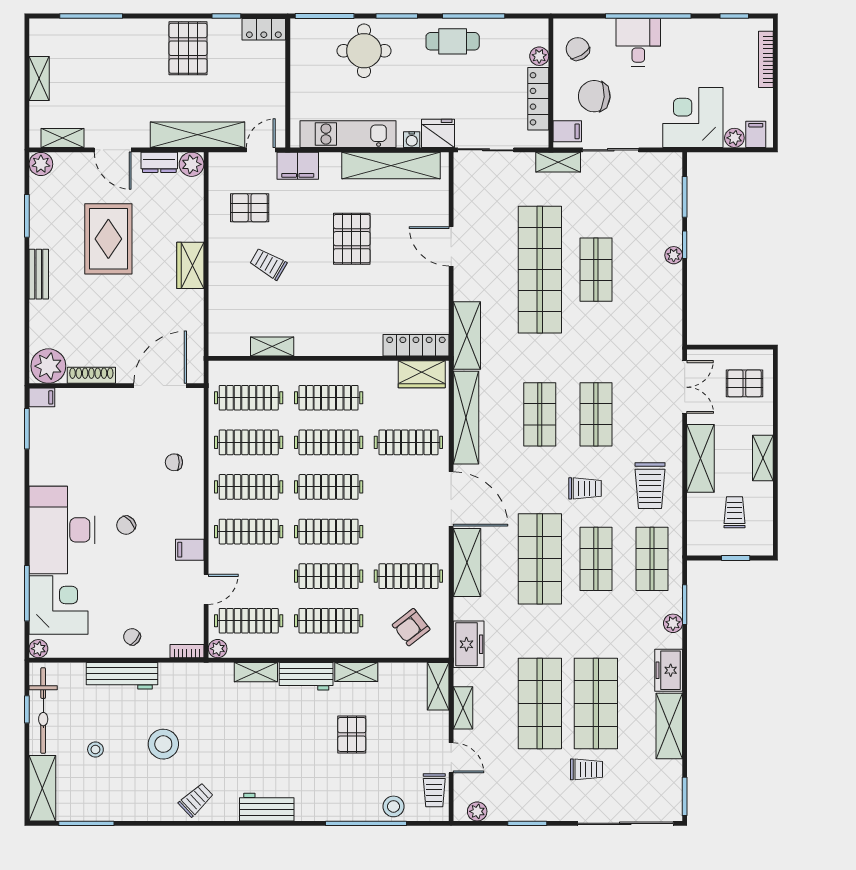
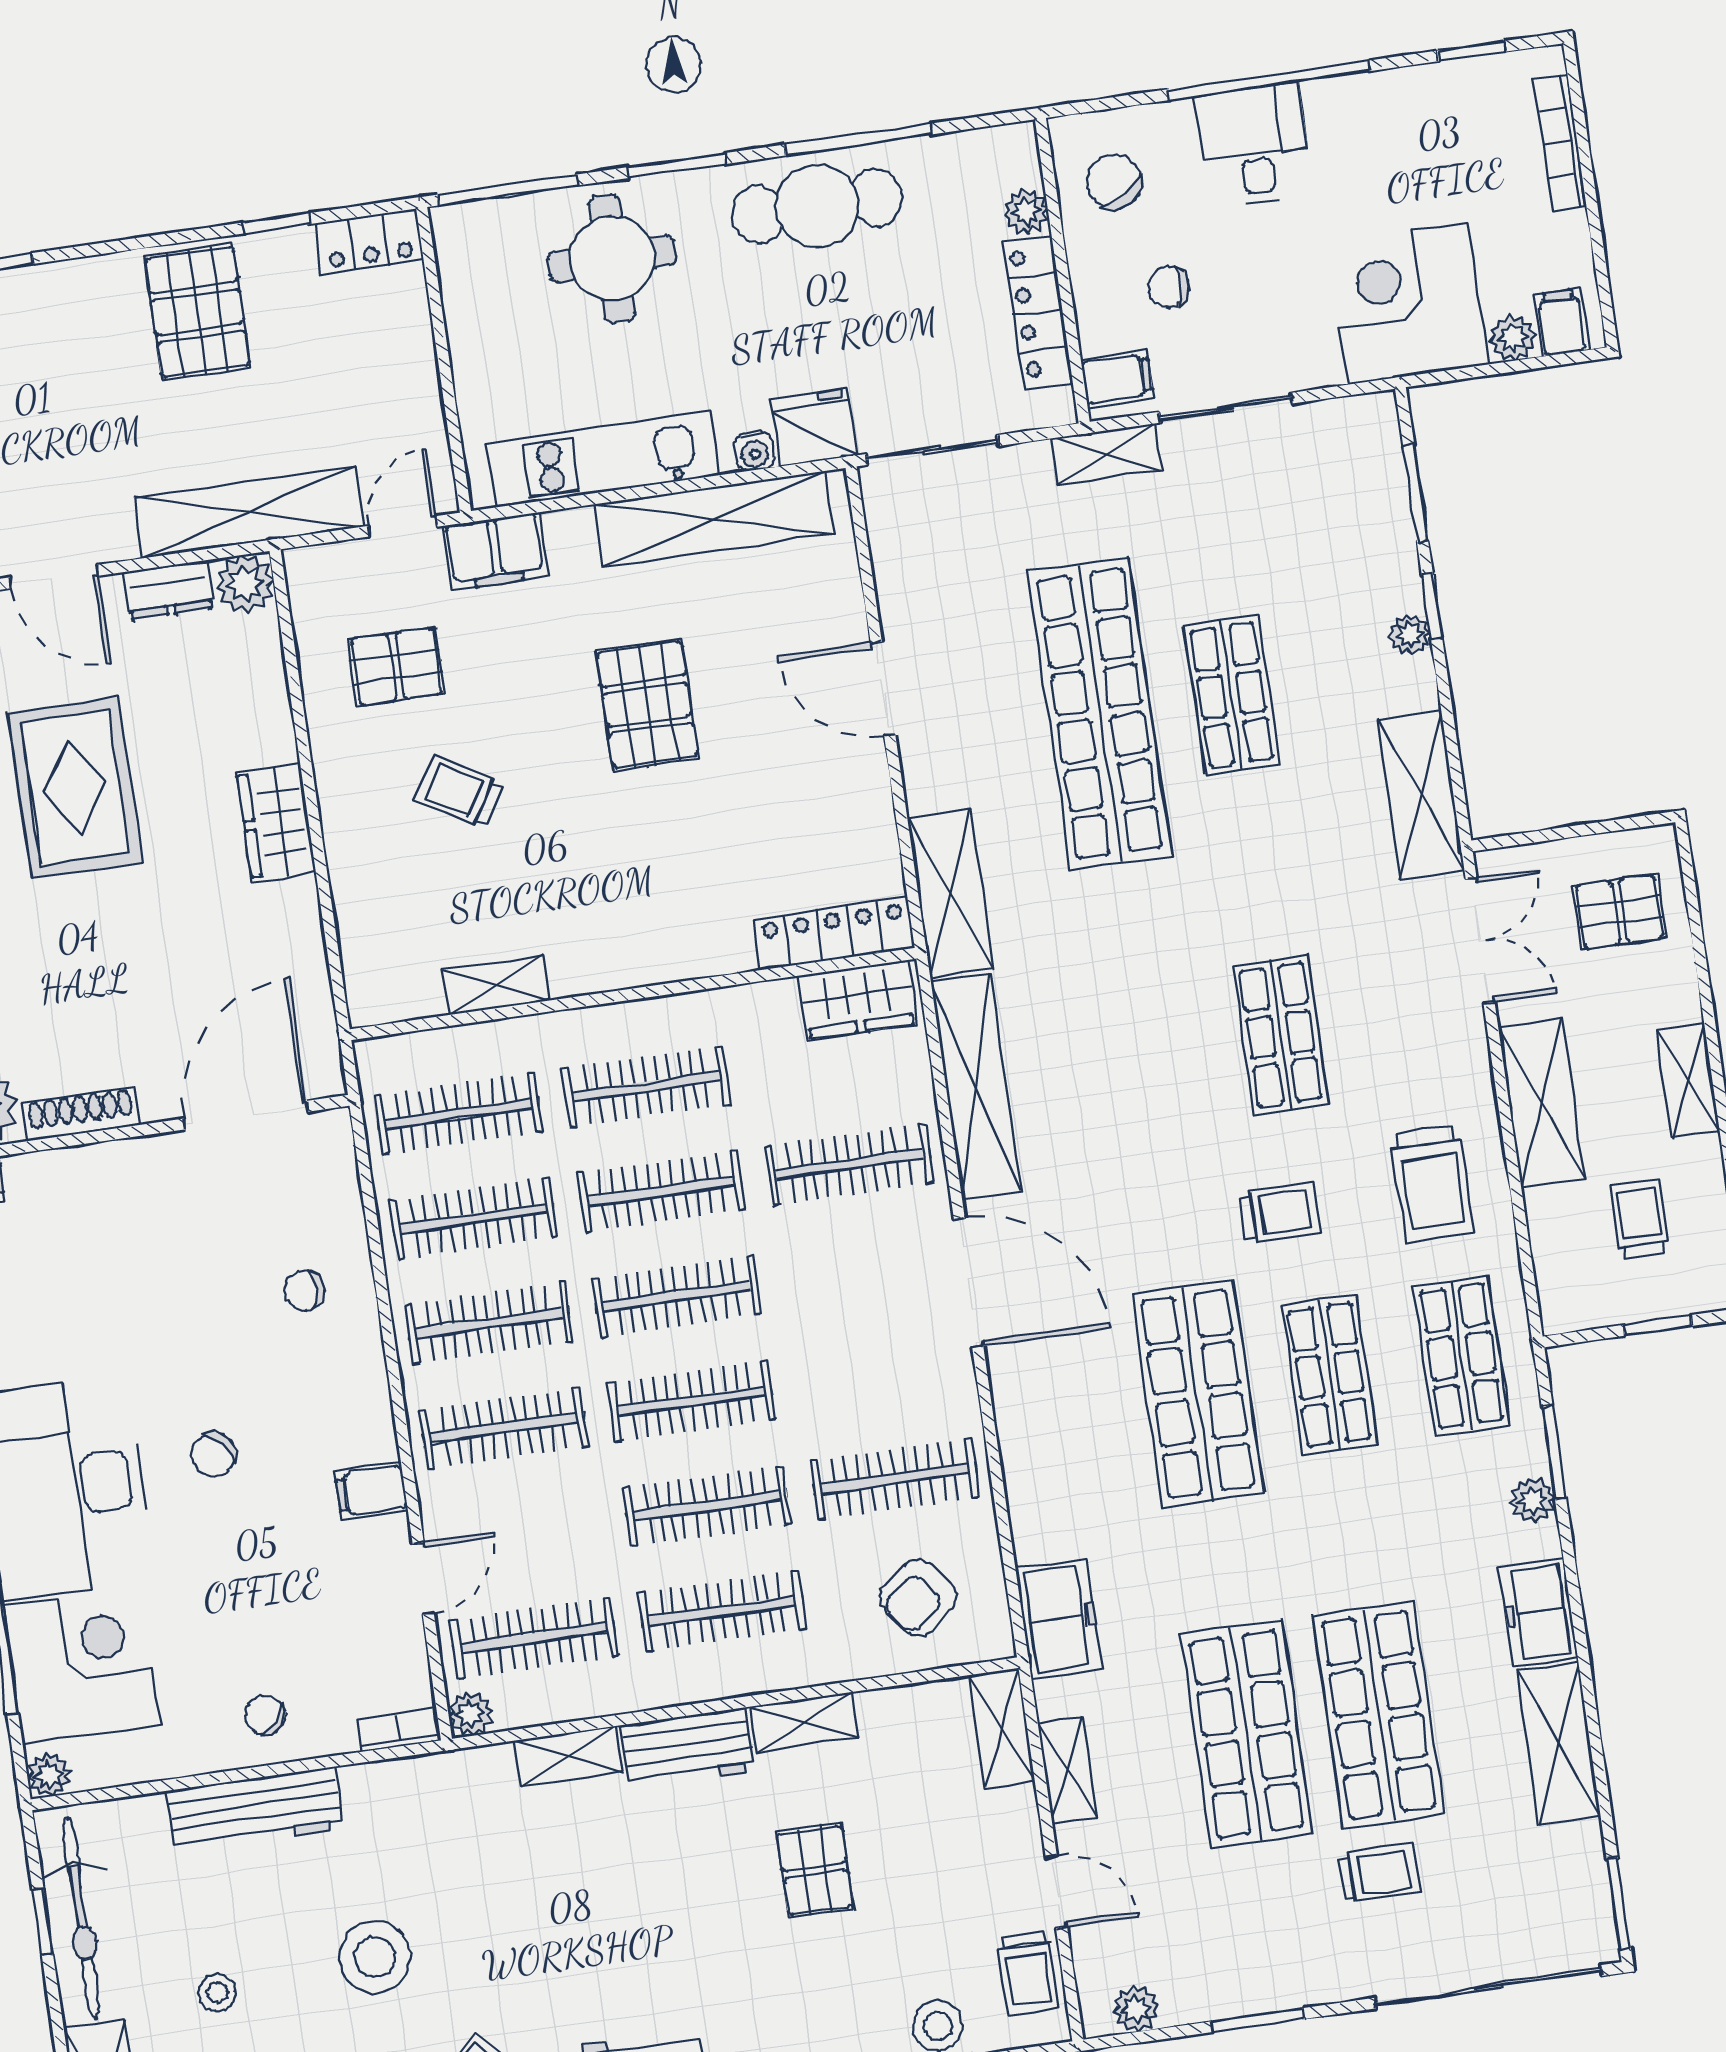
cafe table: (453, 41) -> (817, 206), width x1.37, depth x1.35
chair: (594, 96) -> (1169, 287), width x0.54, depth x0.54
shop shelf: (540, 414) -> (1149, 1054), removed
shelving: (467, 562) -> (1421, 795), moved

